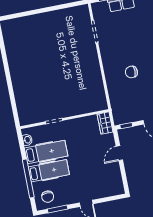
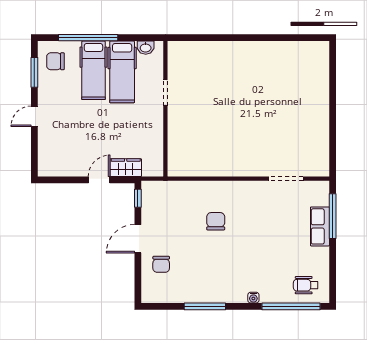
wardrobe: (105, 123) -> (126, 168), moved
door: (119, 153) -> (99, 180), hinge flipped

